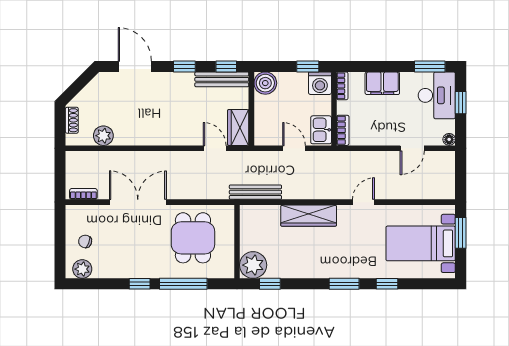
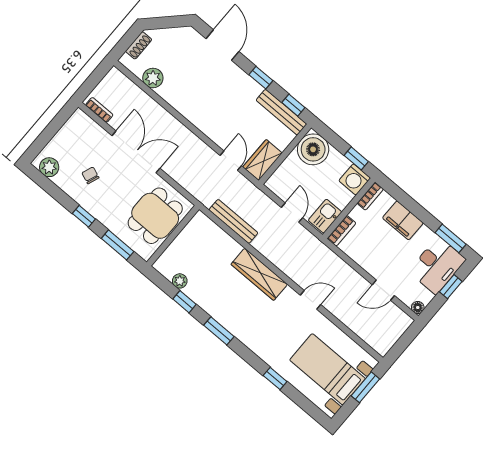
boiler: (265, 83) -> (313, 149), width x1.37, depth x1.37
chair: (85, 241) -> (90, 175), moved
wall: (237, 242) -> (173, 236), moved
plant: (253, 265) -> (180, 281), width x0.53, depth x0.53
window: (183, 284) -> (118, 245), width x0.69
window: (344, 284) -> (219, 331), moved

